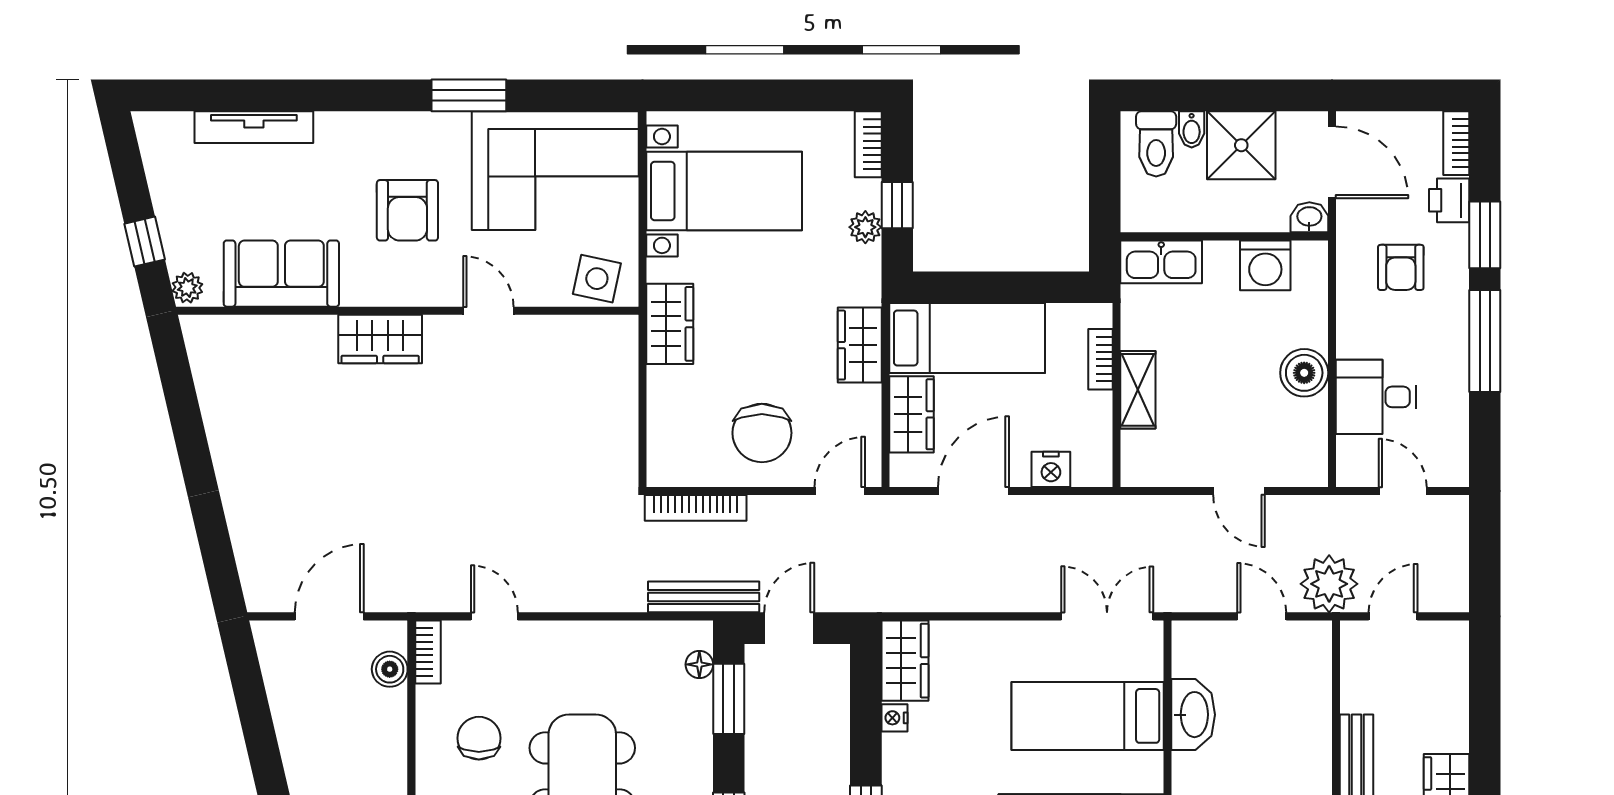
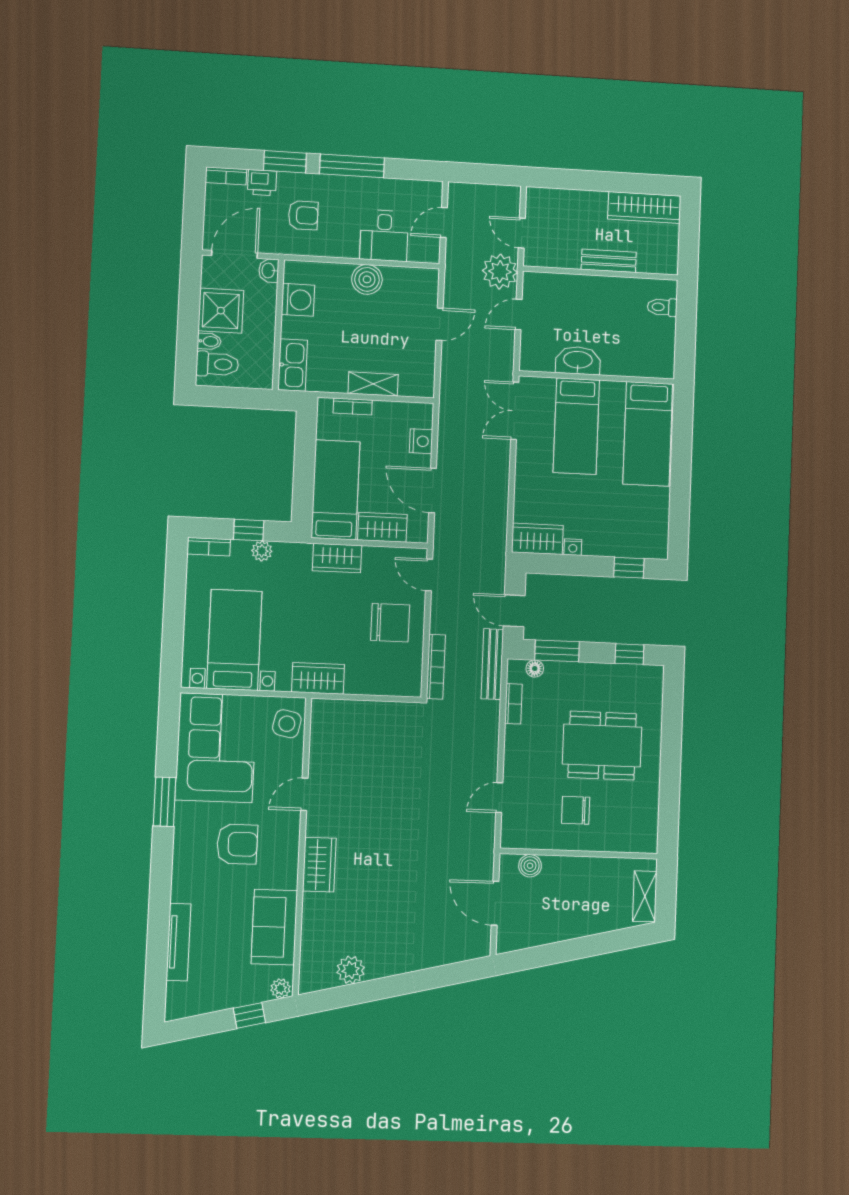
plant: (219, 395) -> (351, 970), added
bookcase: (428, 652) -> (513, 704), moved, turned 90

